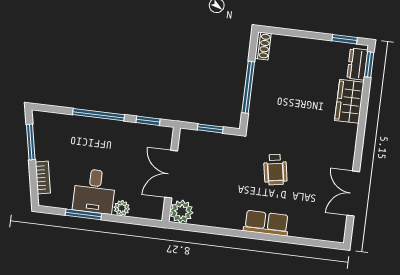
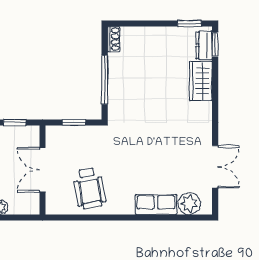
wheelchair: (275, 170) -> (89, 188), moved, width x1.36, depth x1.37
double door: (353, 193) -> (215, 167), swing flipped
plant: (181, 212) -> (189, 204), moved
row of seats: (266, 223) -> (156, 205), moved

